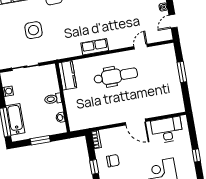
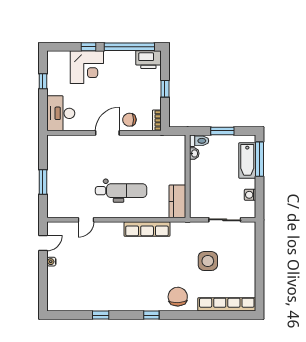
row of seats: (95, 47) -> (147, 229), width x1.48
dental chair: (116, 76) -> (121, 191), turned 180
toilet: (53, 99) -> (199, 141), moved
door: (135, 122) -> (107, 133), hinge flipped
desk: (167, 130) -> (61, 113), moved, turned 90
chair: (113, 161) -> (129, 120), moved

